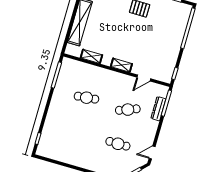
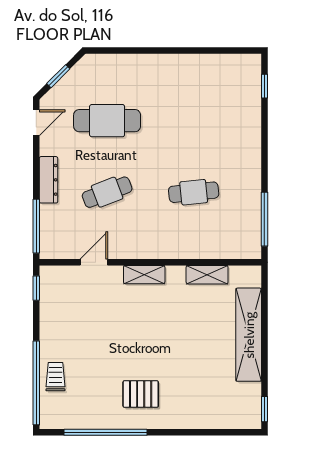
trolley: (178, 29) -> (55, 377), added
dresser: (158, 109) -> (48, 180), moved
cafe table: (118, 144) -> (107, 121), width x1.37, depth x1.35

